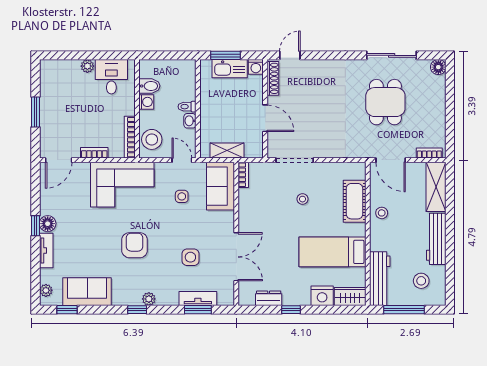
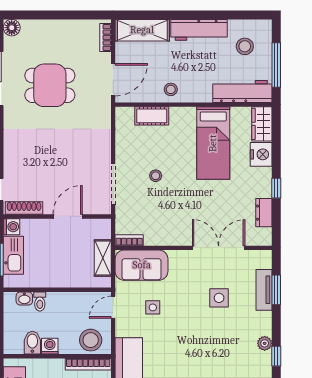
toilet: (187, 107) -> (40, 302), moved
washbasin: (190, 121) -> (24, 299), moved
cot: (355, 201) -> (152, 116), width x0.73, depth x0.75
armchair: (135, 245) -> (206, 359), removed

